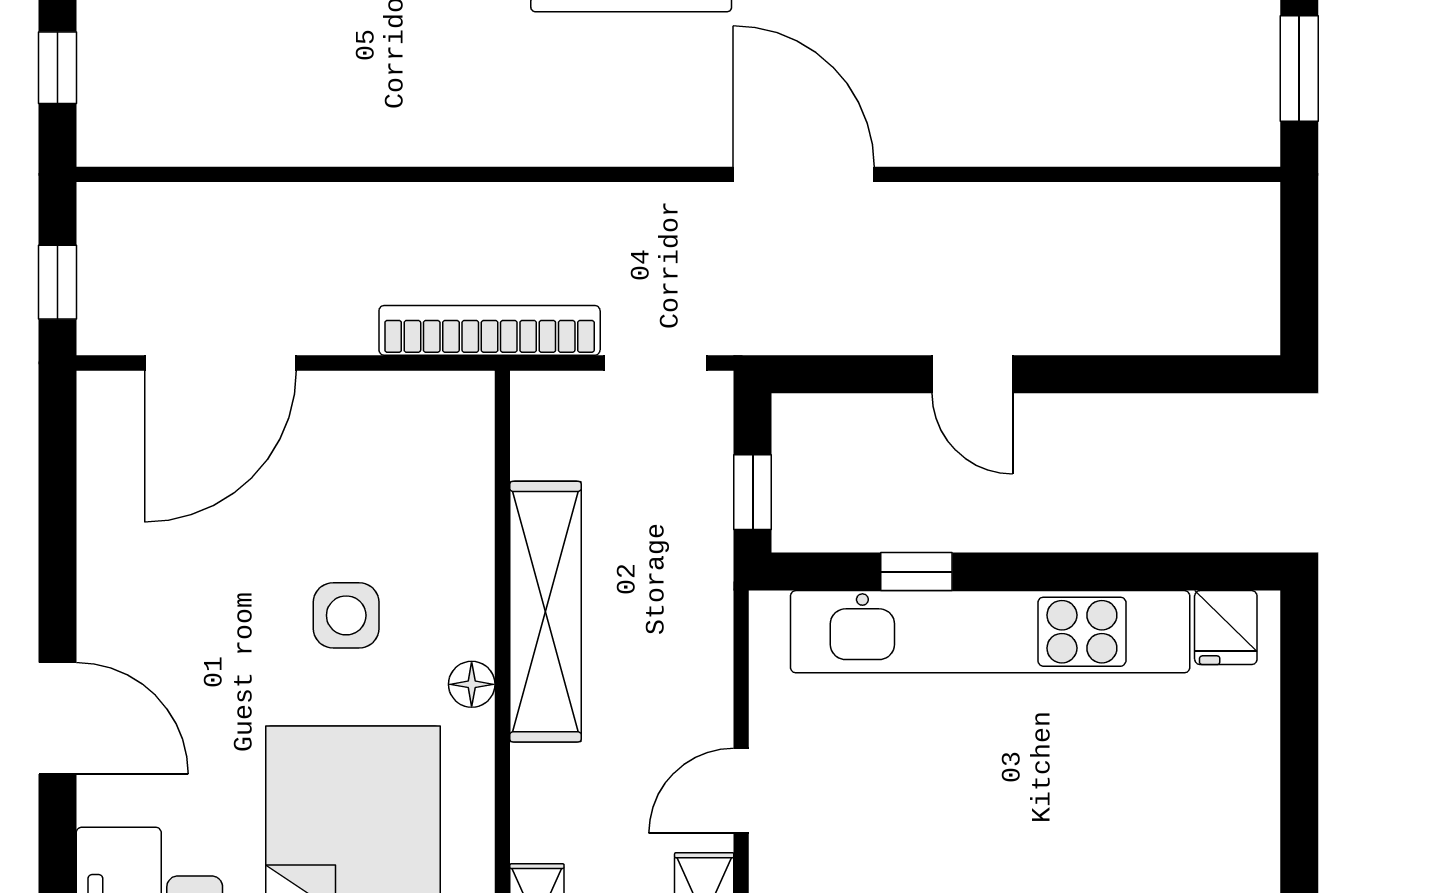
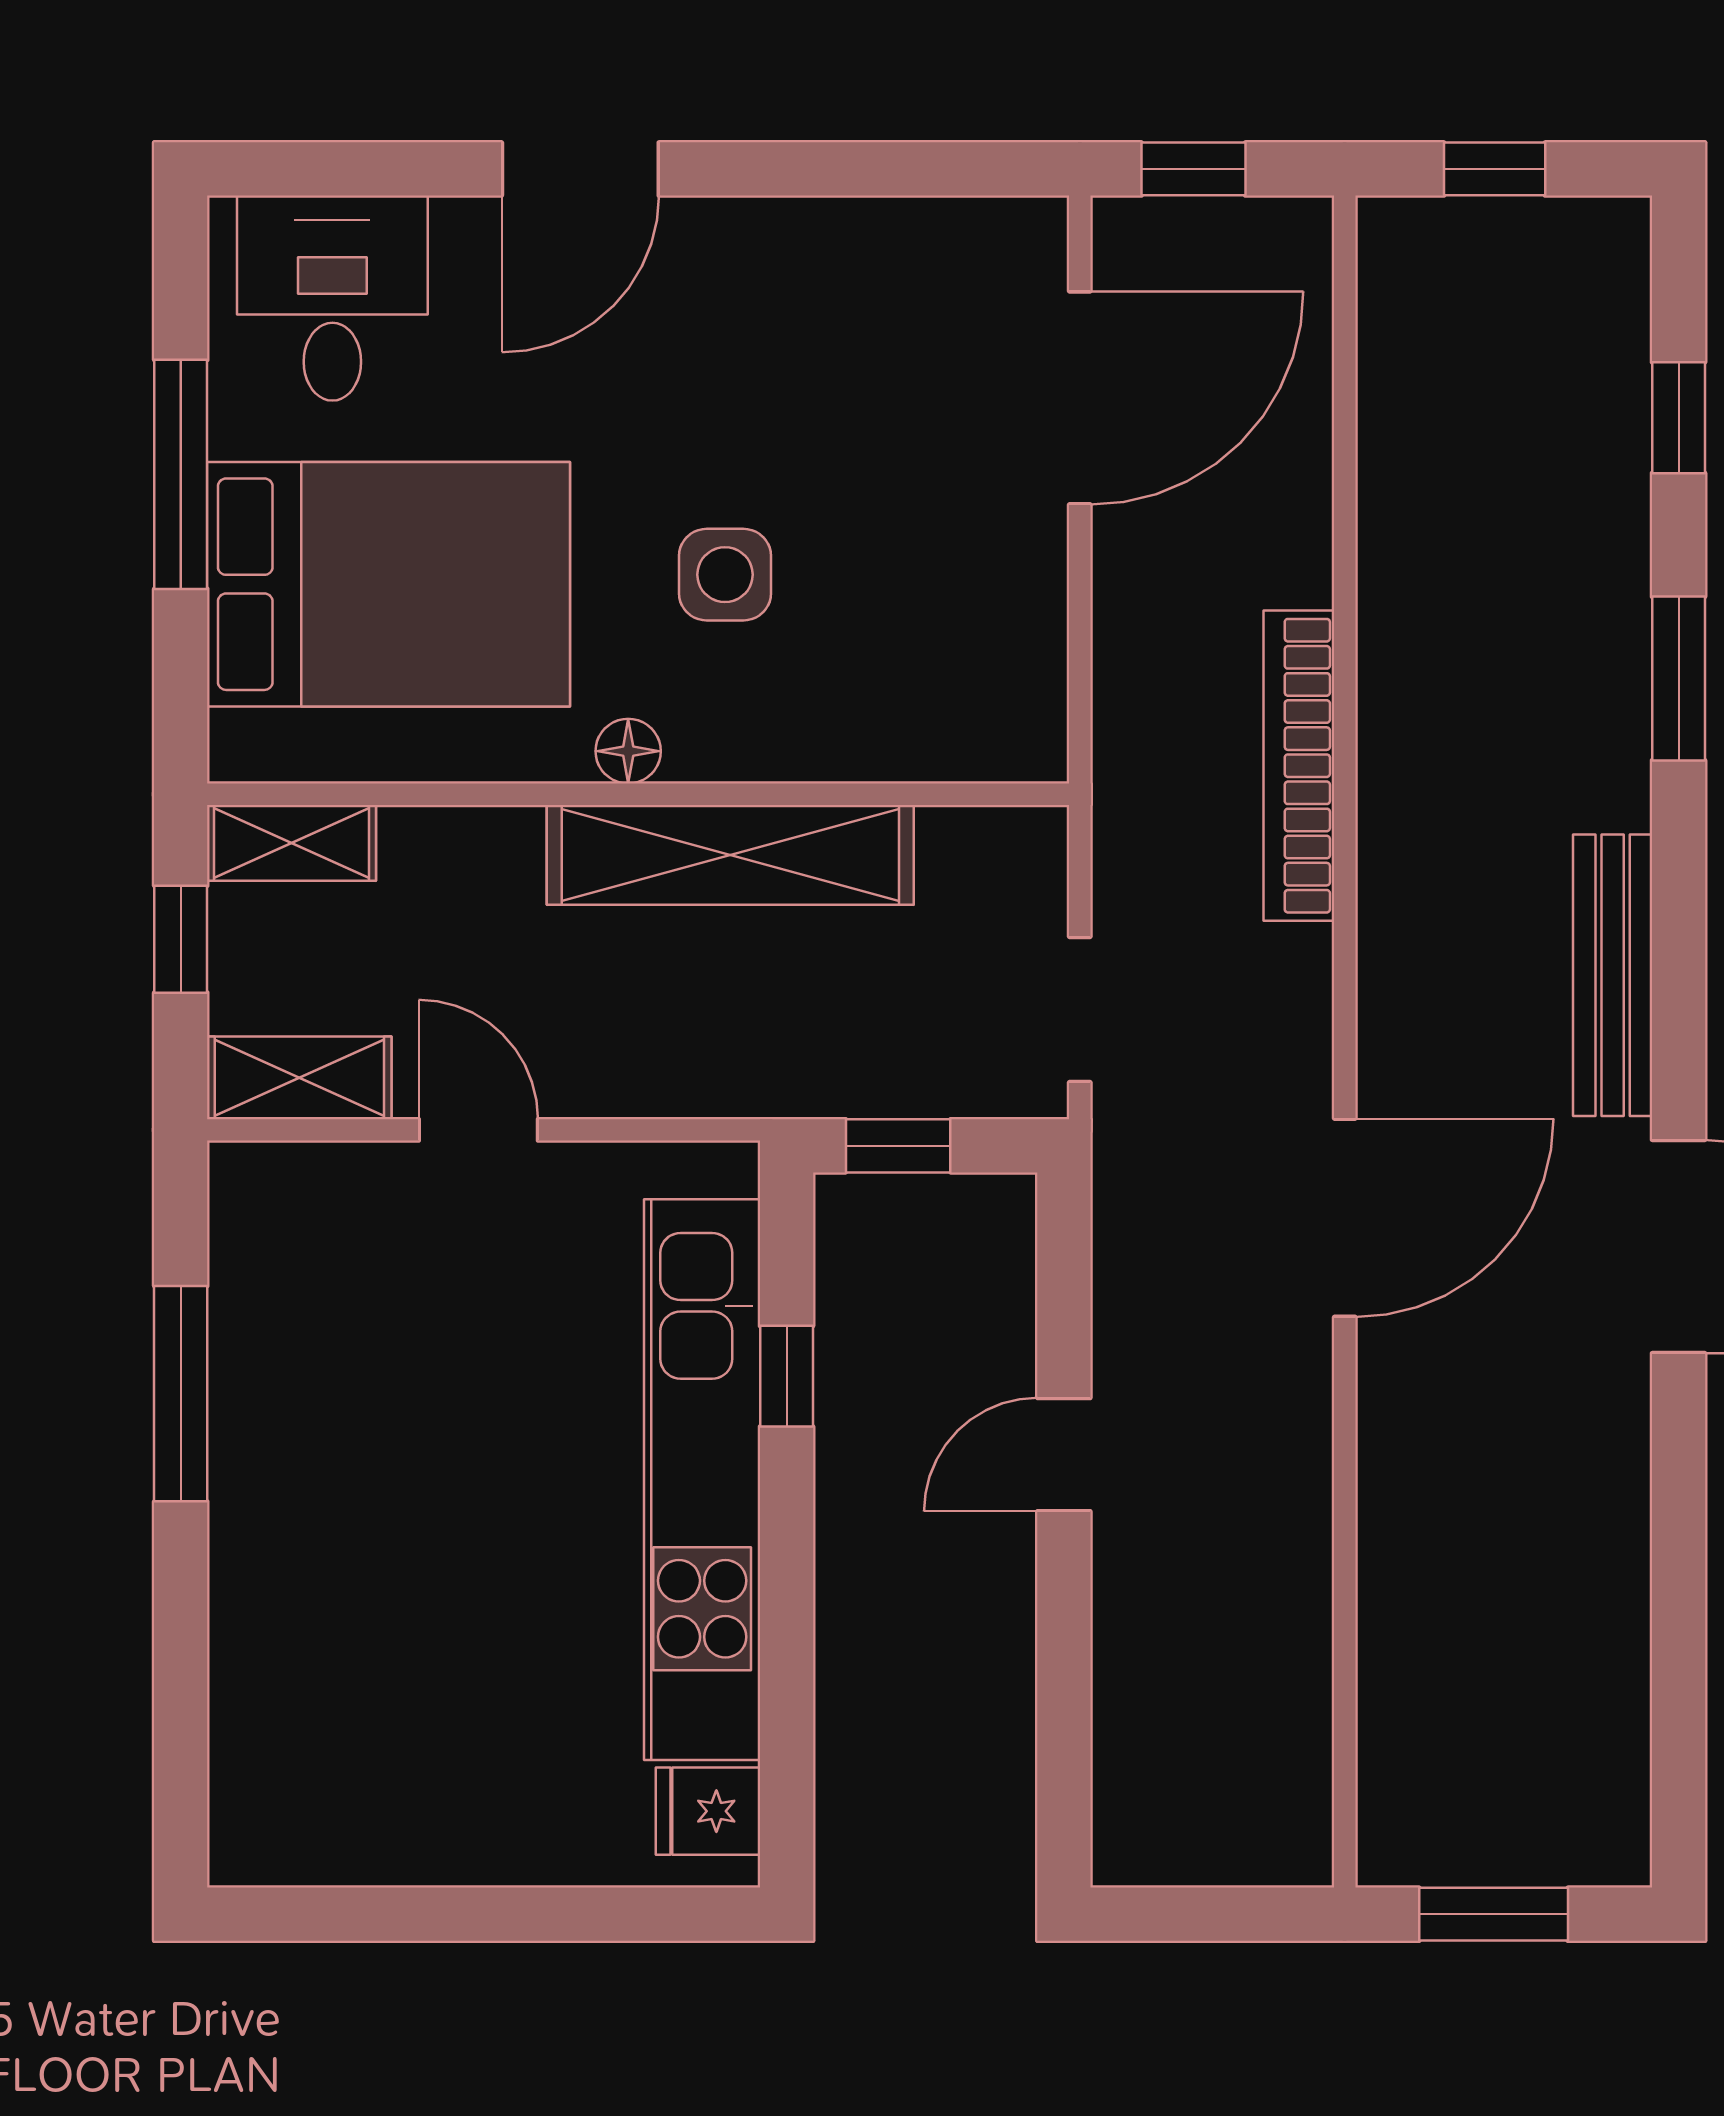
bookcase: (490, 330) -> (1299, 766), moved, turned 180
door: (220, 363) -> (1080, 398), swing flipped

